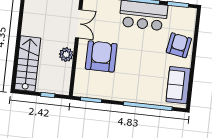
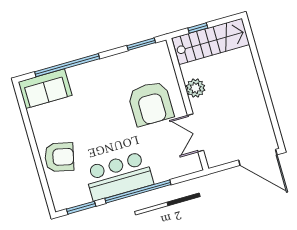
armchair: (179, 45) -> (59, 157), turned -87
stairs: (28, 64) -> (211, 41), moved, turned -90
sofa: (178, 85) -> (45, 89), moved, turned 90

